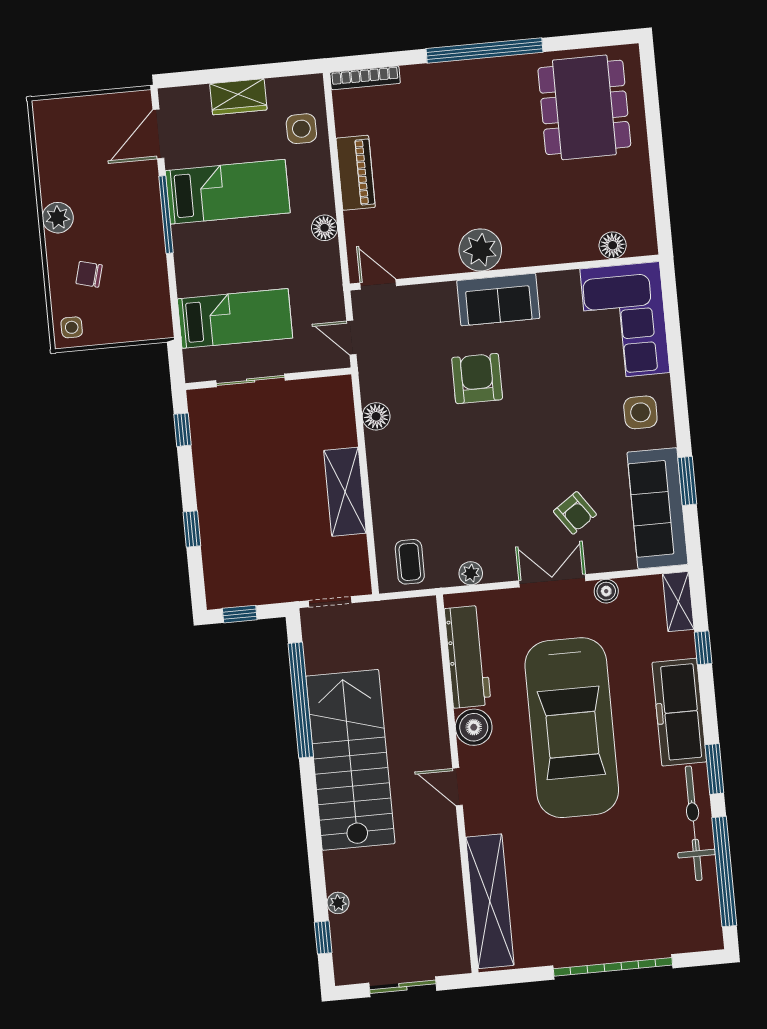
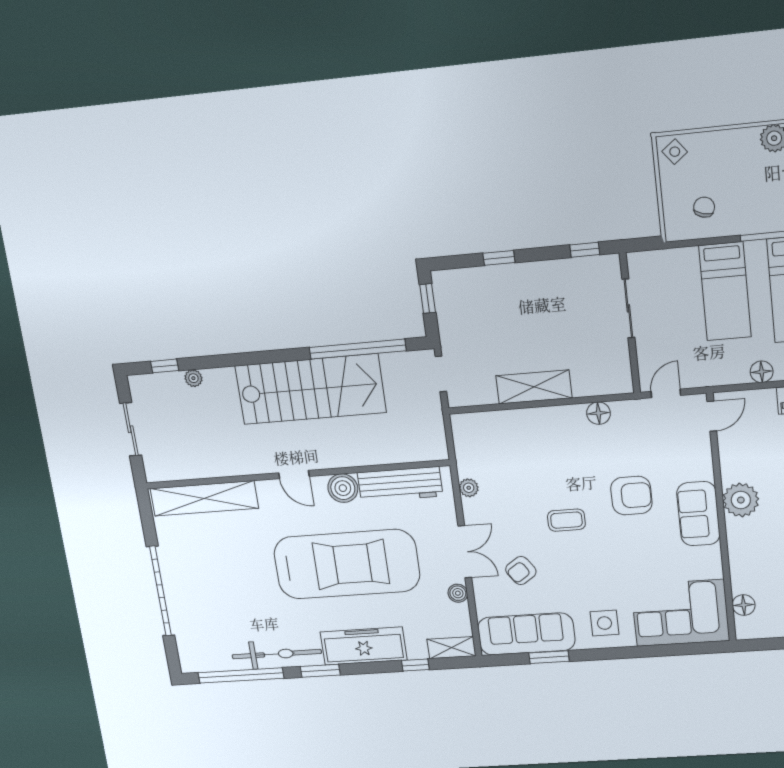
chair: (89, 274) -> (704, 207), moved
bed: (235, 318) -> (725, 291), moved
side table: (72, 327) -> (675, 152), turned -38
coffee table: (410, 562) -> (566, 520), moved
car: (572, 728) -> (347, 564), turned 180
door: (458, 787) -> (294, 475), swing flipped

